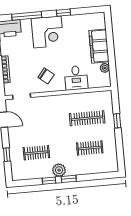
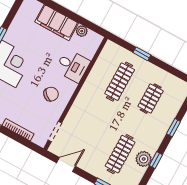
clothes rail: (36, 153) -> (120, 154), width x1.36
plant: (59, 170) -> (144, 159), moved
window: (69, 179) -> (174, 128), moved

